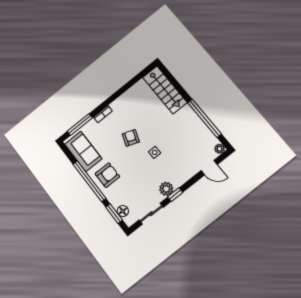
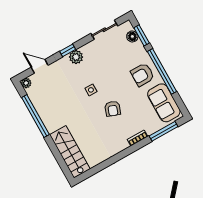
plant: (166, 189) -> (76, 57), moved
window: (175, 195) -> (68, 50), moved

